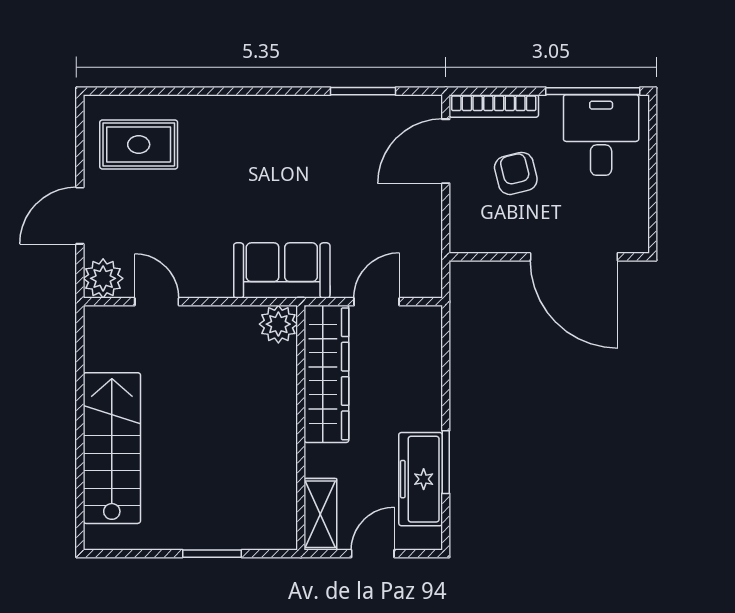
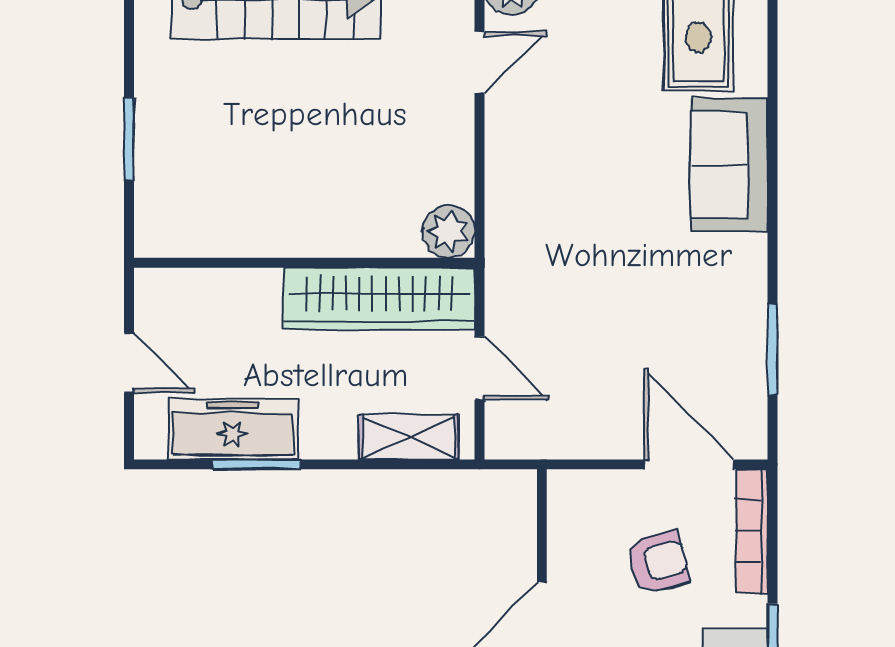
sofa: (282, 270) -> (729, 165), moved, turned 180
shelving: (320, 514) -> (408, 437), moved

